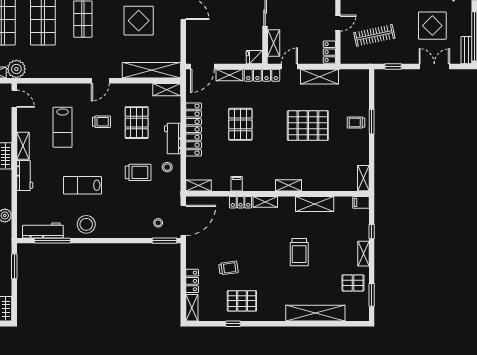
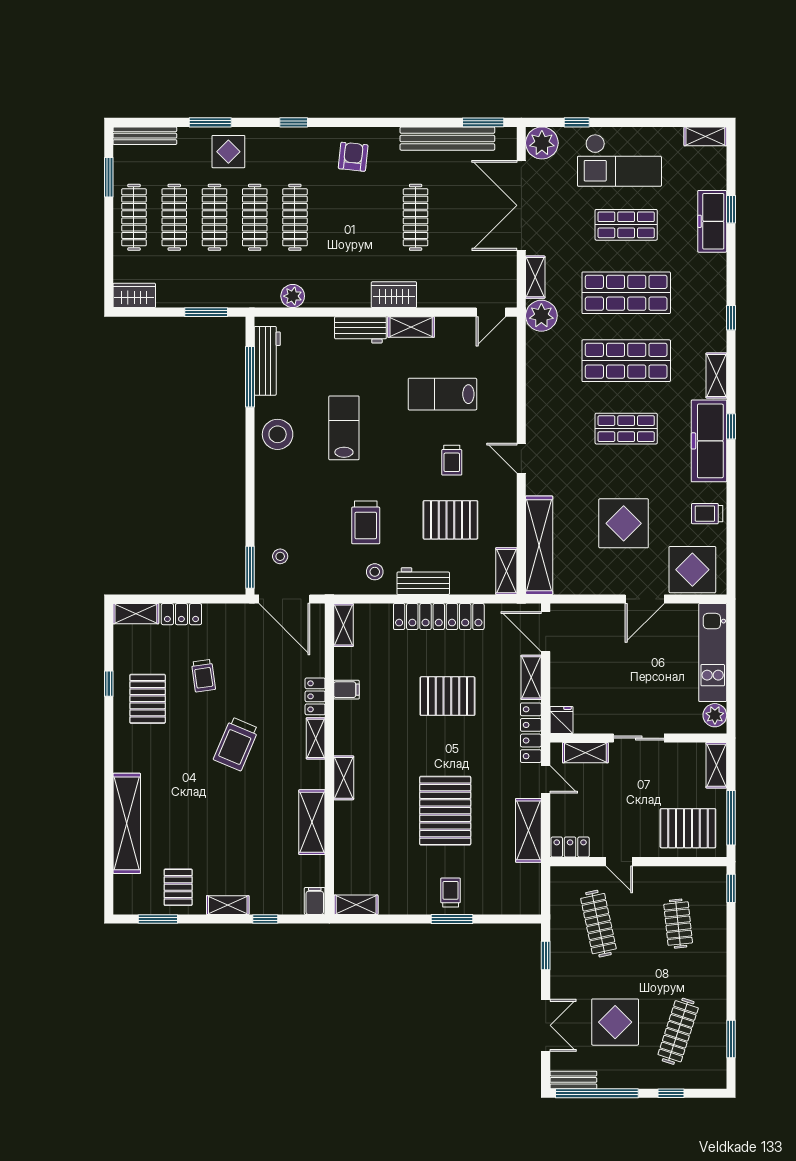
trolley: (299, 252) -> (236, 744), moved, turned -67

